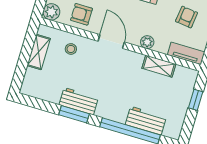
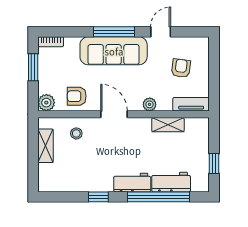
window: (196, 100) -> (214, 164), moved
workbench: (79, 101) -> (132, 183), moved
window: (74, 114) -> (98, 197), width x0.67

